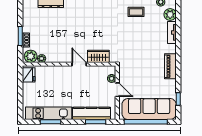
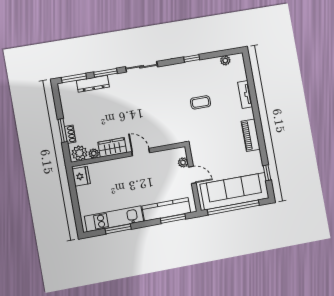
coffee table: (136, 12) -> (201, 102), moved
plant: (170, 14) -> (239, 73), removed
wardrobe: (98, 56) -> (112, 147), moved

